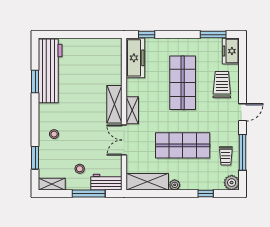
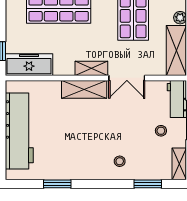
workbench: (50, 71) -> (19, 131), moved, turned 90

